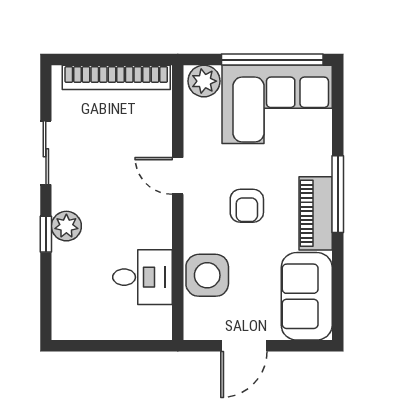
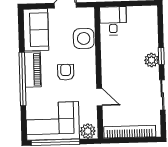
door: (178, 176) -> (99, 97), moved
window: (338, 194) -> (23, 79), width x1.46
desk: (142, 277) -> (113, 21), moved, turned 90

